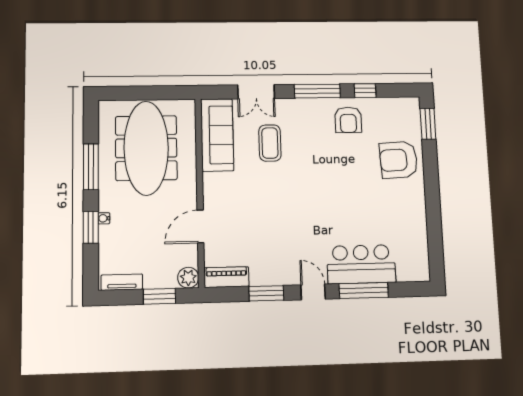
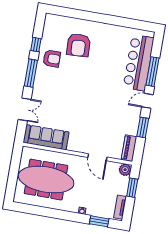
window: (428, 124) -> (63, 11), removed
coffee table: (270, 143) -> (57, 108), removed
armchair: (398, 160) -> (79, 45), moved
window: (91, 167) -> (51, 213), removed
window: (91, 227) -> (99, 221), moved
bar counter: (361, 264) -> (139, 63), width x1.36

